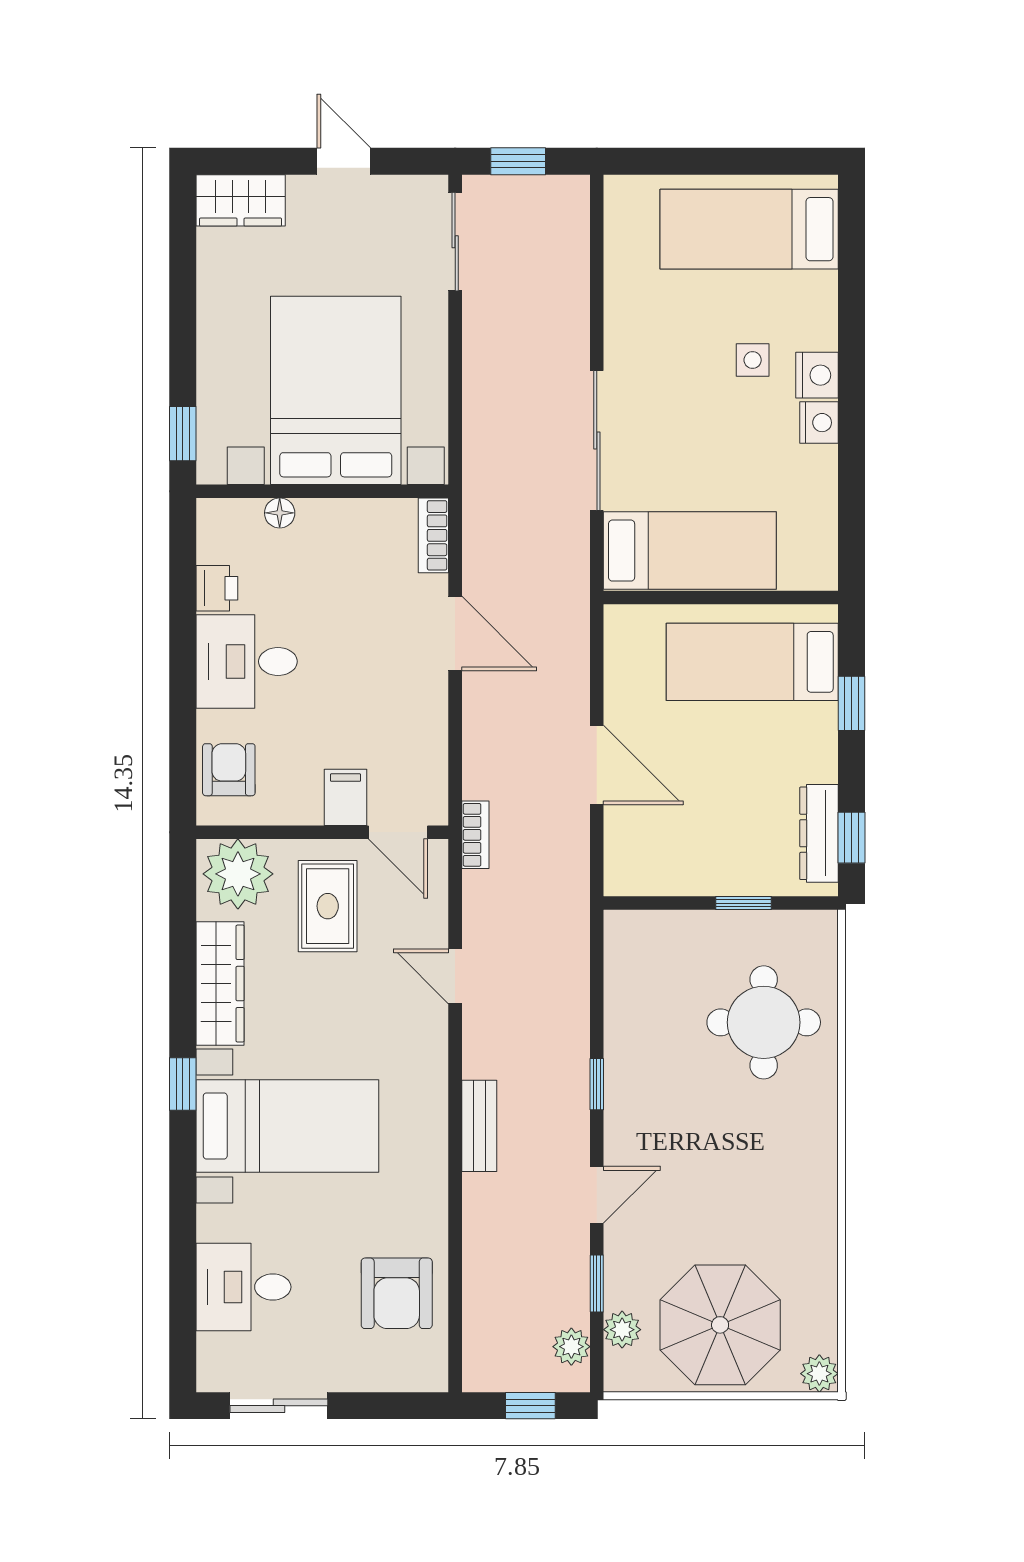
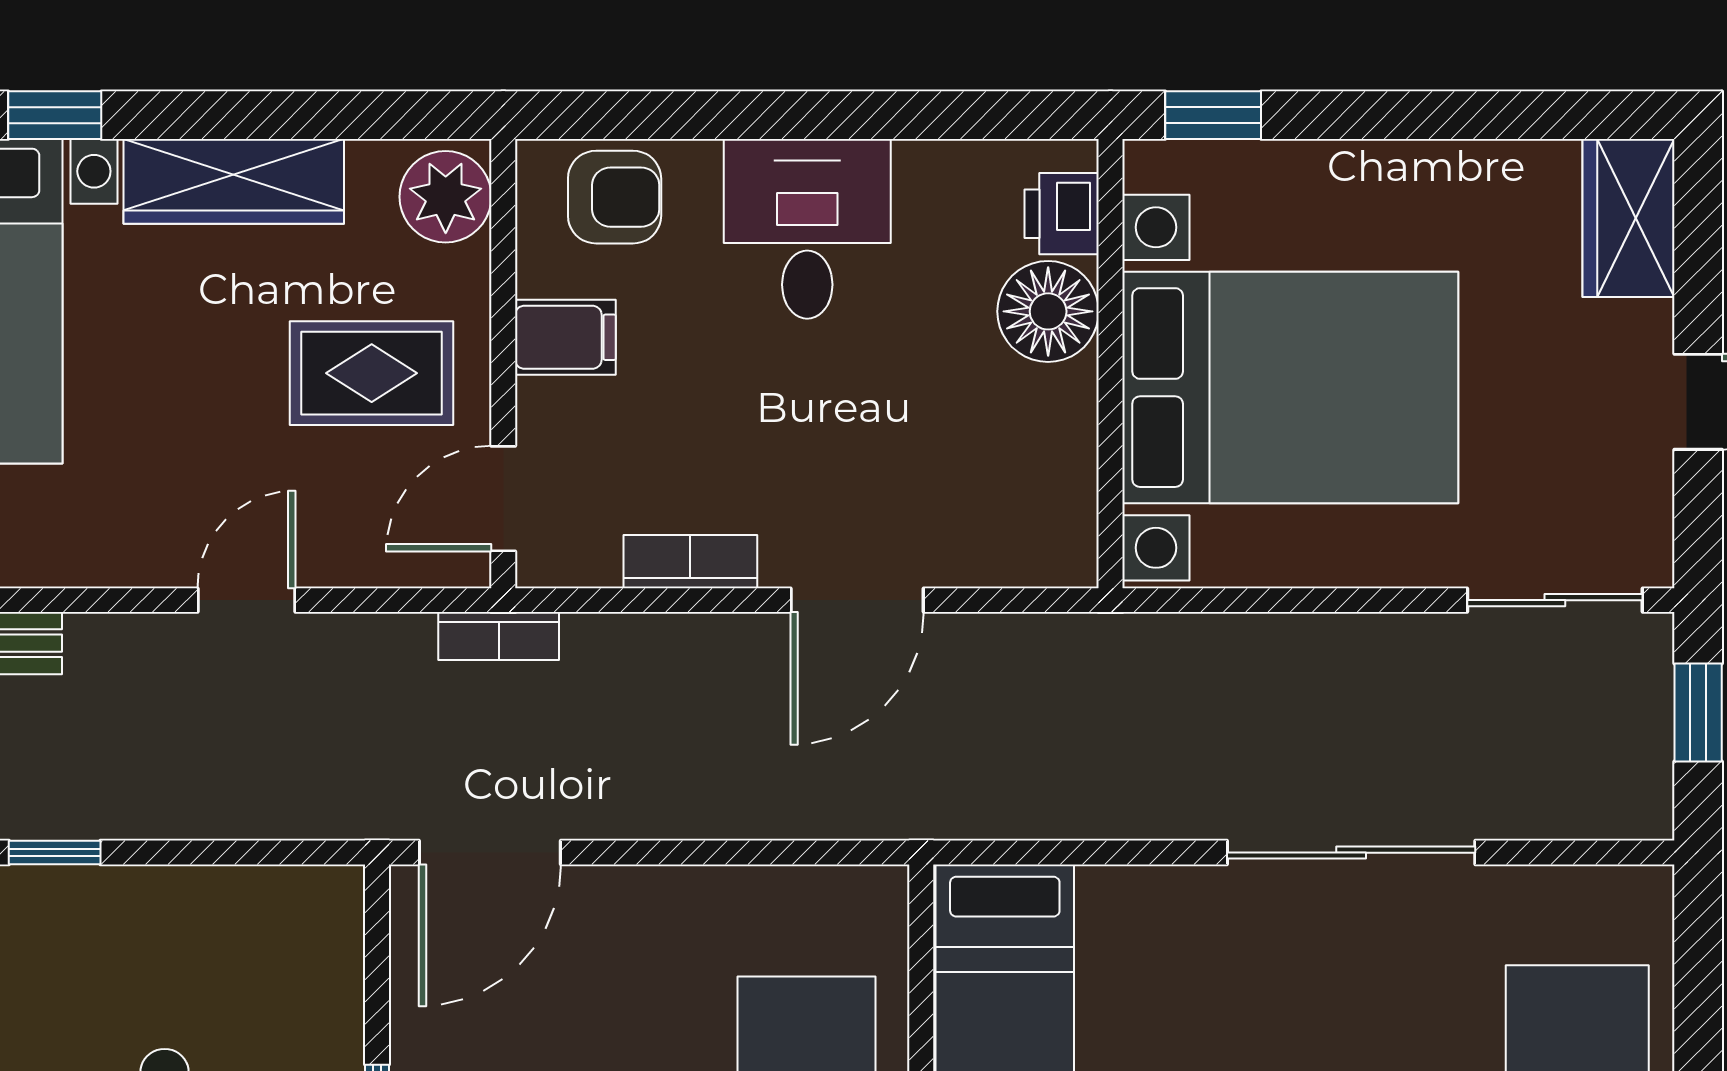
sliding door: (597, 440) -> (1351, 853), moved
floor lamp: (280, 513) -> (1048, 311), width x1.89, depth x1.89
bookcase: (433, 535) -> (690, 562), moved
printer: (217, 588) -> (1062, 214), moved, turned 90
door: (597, 765) -> (490, 853), moved
filing cabinet: (346, 797) -> (565, 337), moved
plant: (238, 874) -> (446, 197), width x0.73, depth x0.73

